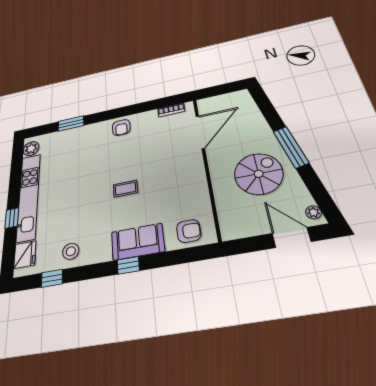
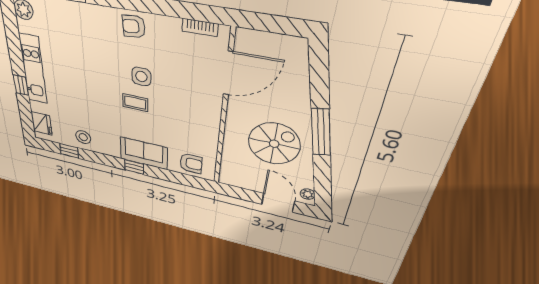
armchair: (121, 127) -> (134, 26), turned 85
side table: (130, 163) -> (141, 77), added
kitchen unit: (29, 196) -> (33, 69), width x0.73

